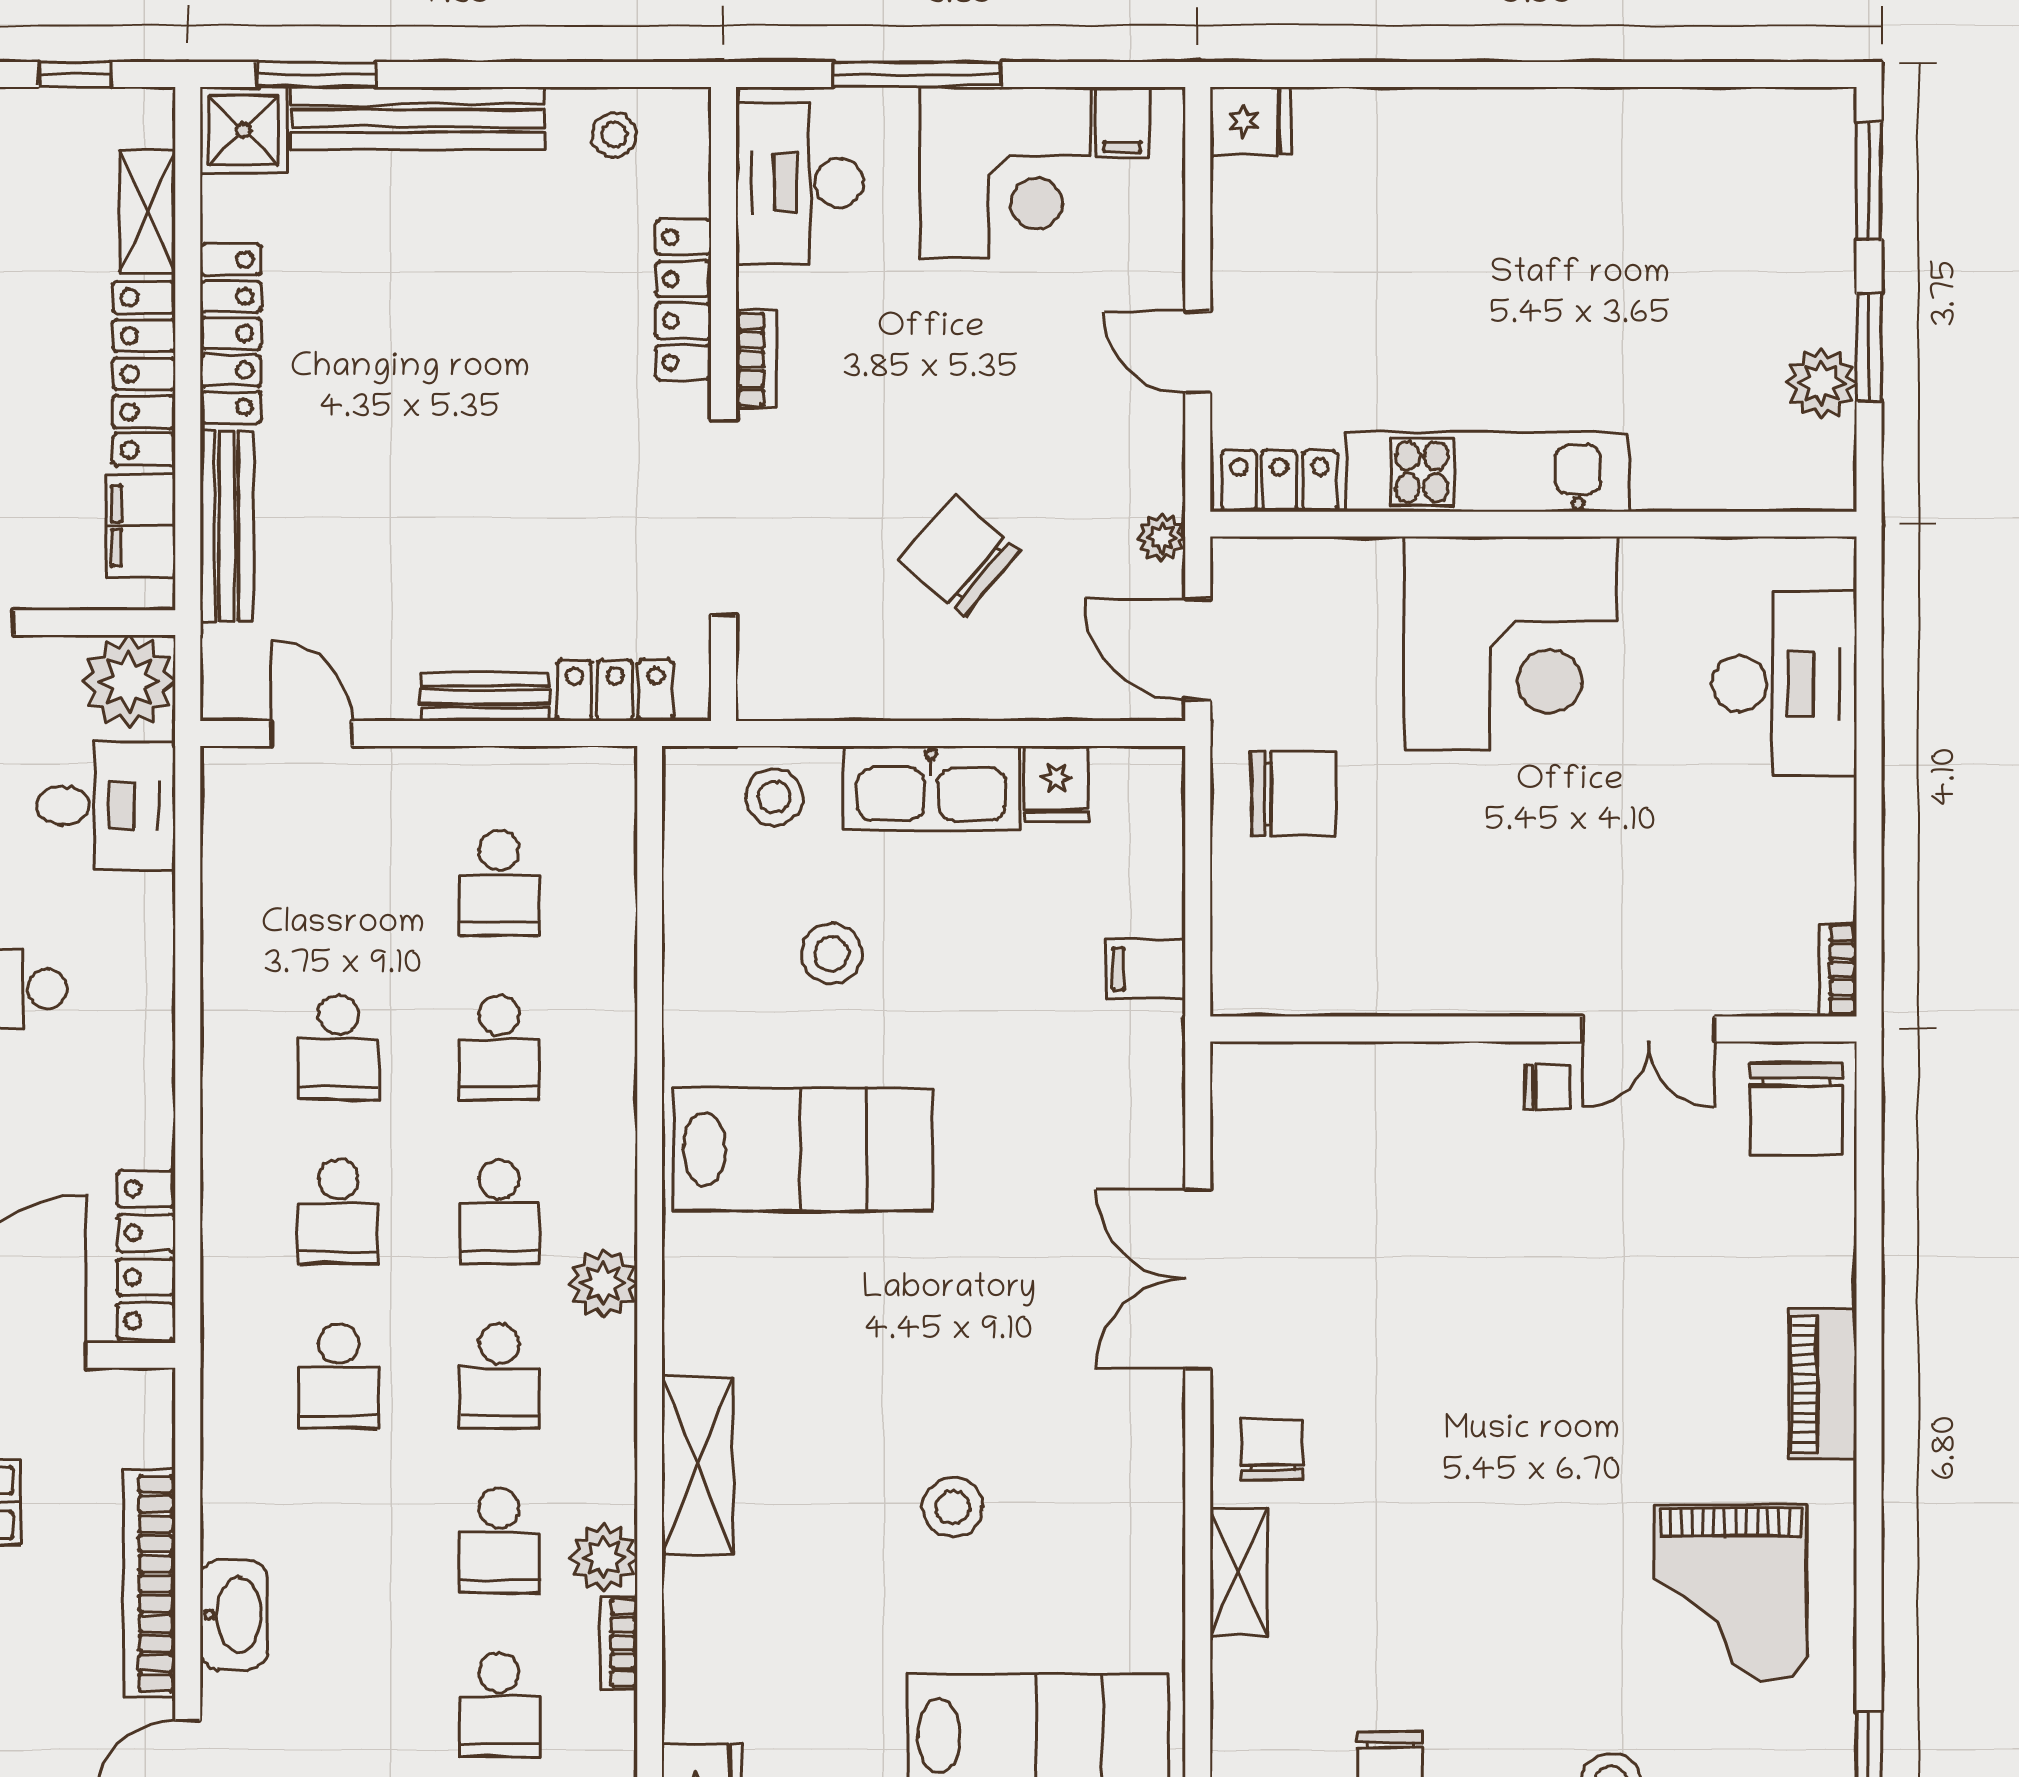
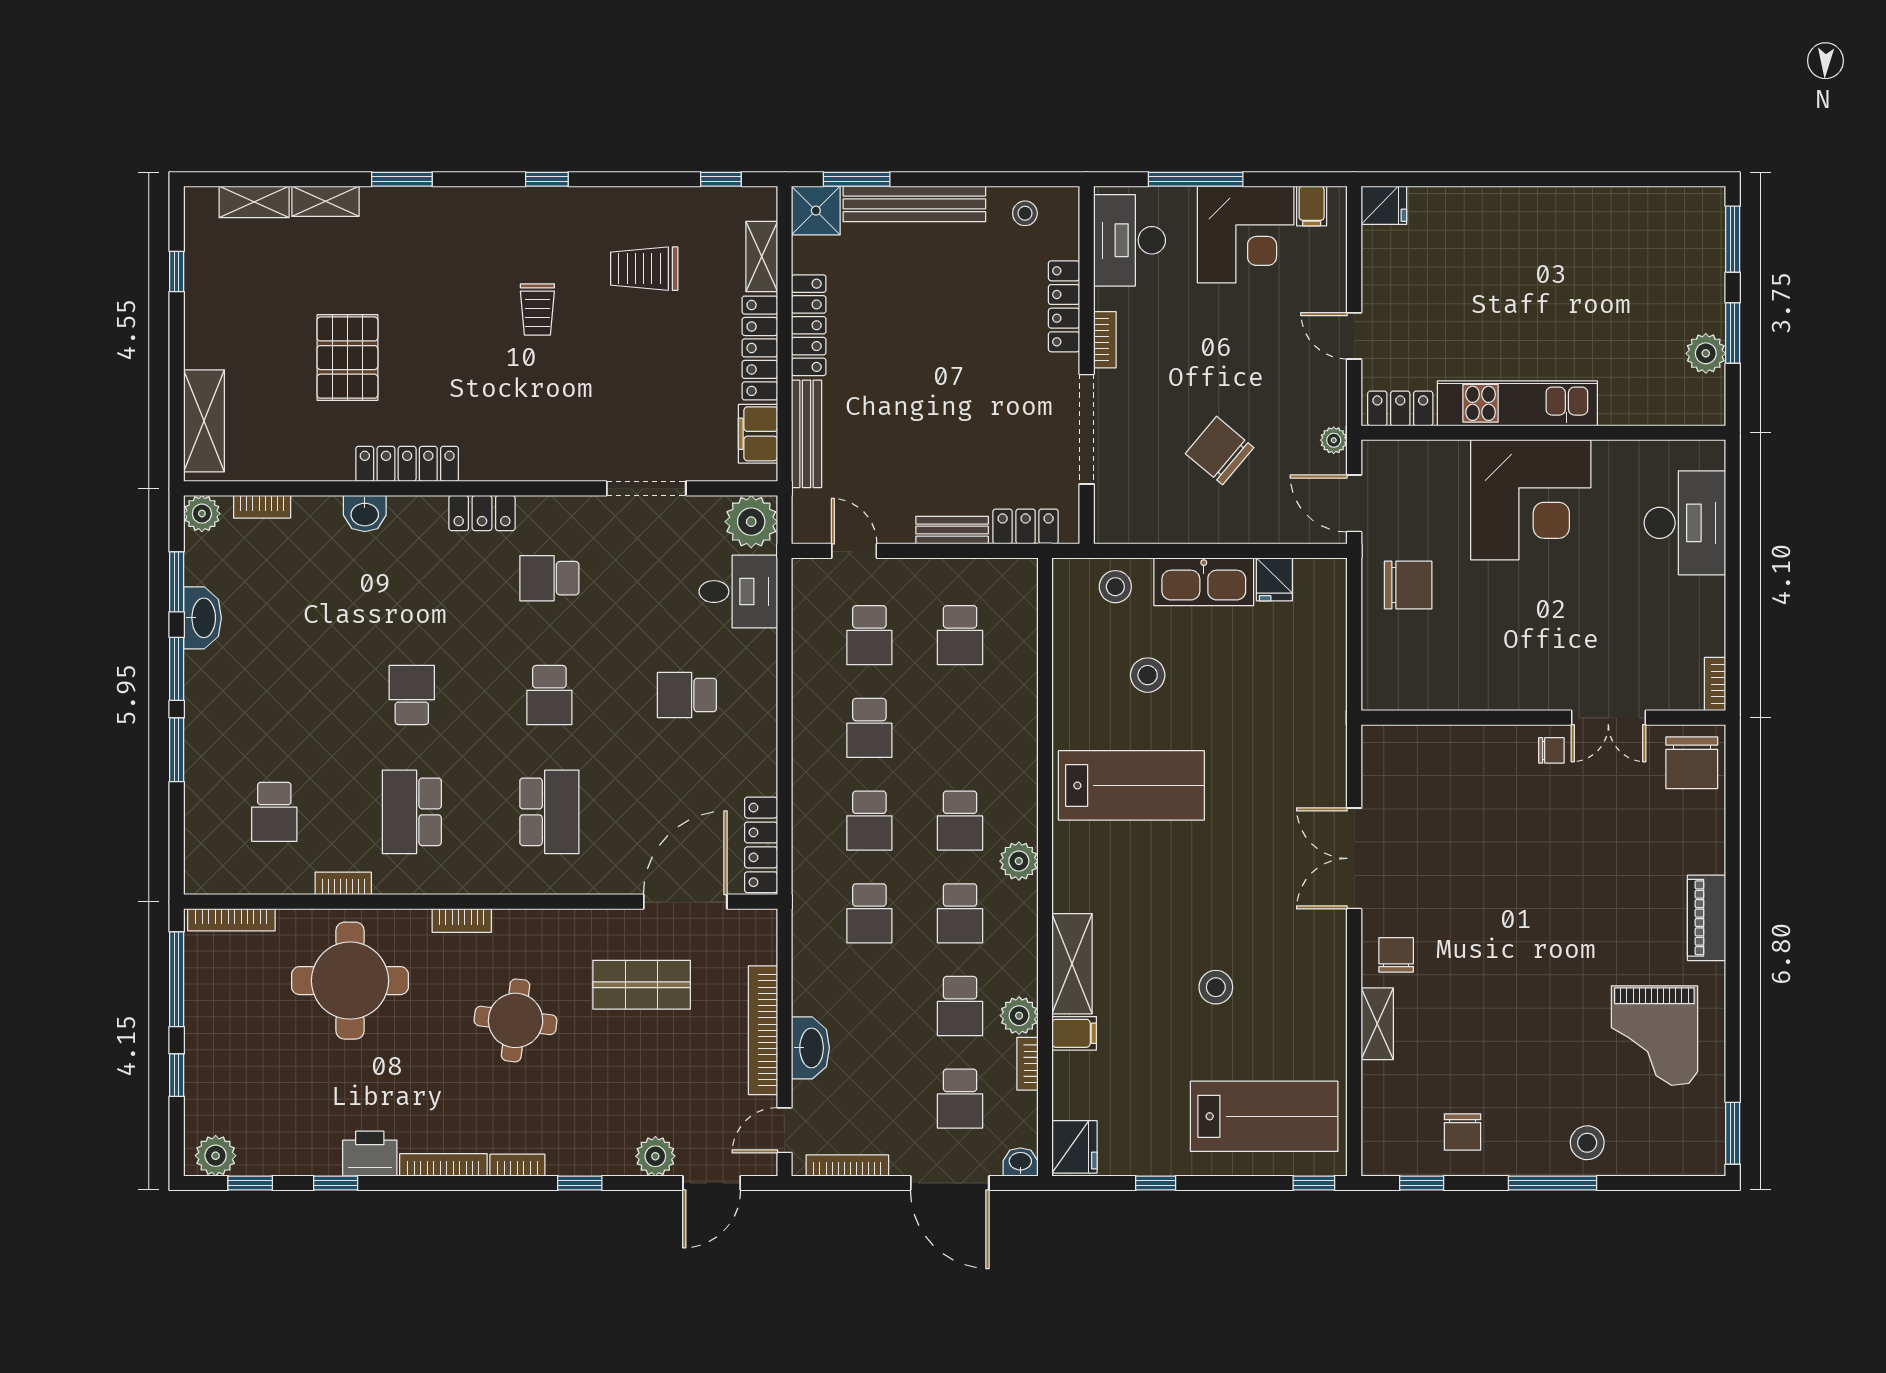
filing cabinet: (1146, 969) -> (1074, 1033), moved, turned 180
school desk: (499, 1047) -> (869, 635), moved

